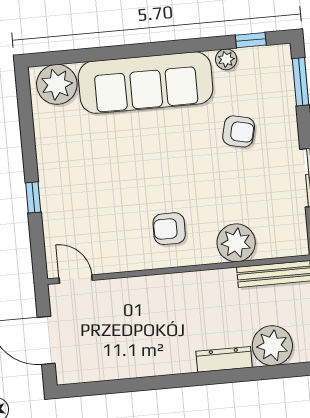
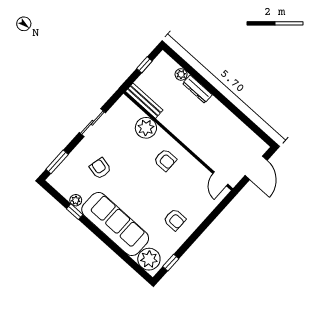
window: (251, 40) -> (75, 212), moved
armchair: (78, 167) -> (175, 220), added
window: (33, 197) -> (171, 263), moved
plant: (272, 346) -> (181, 74), width x0.53, depth x0.53

